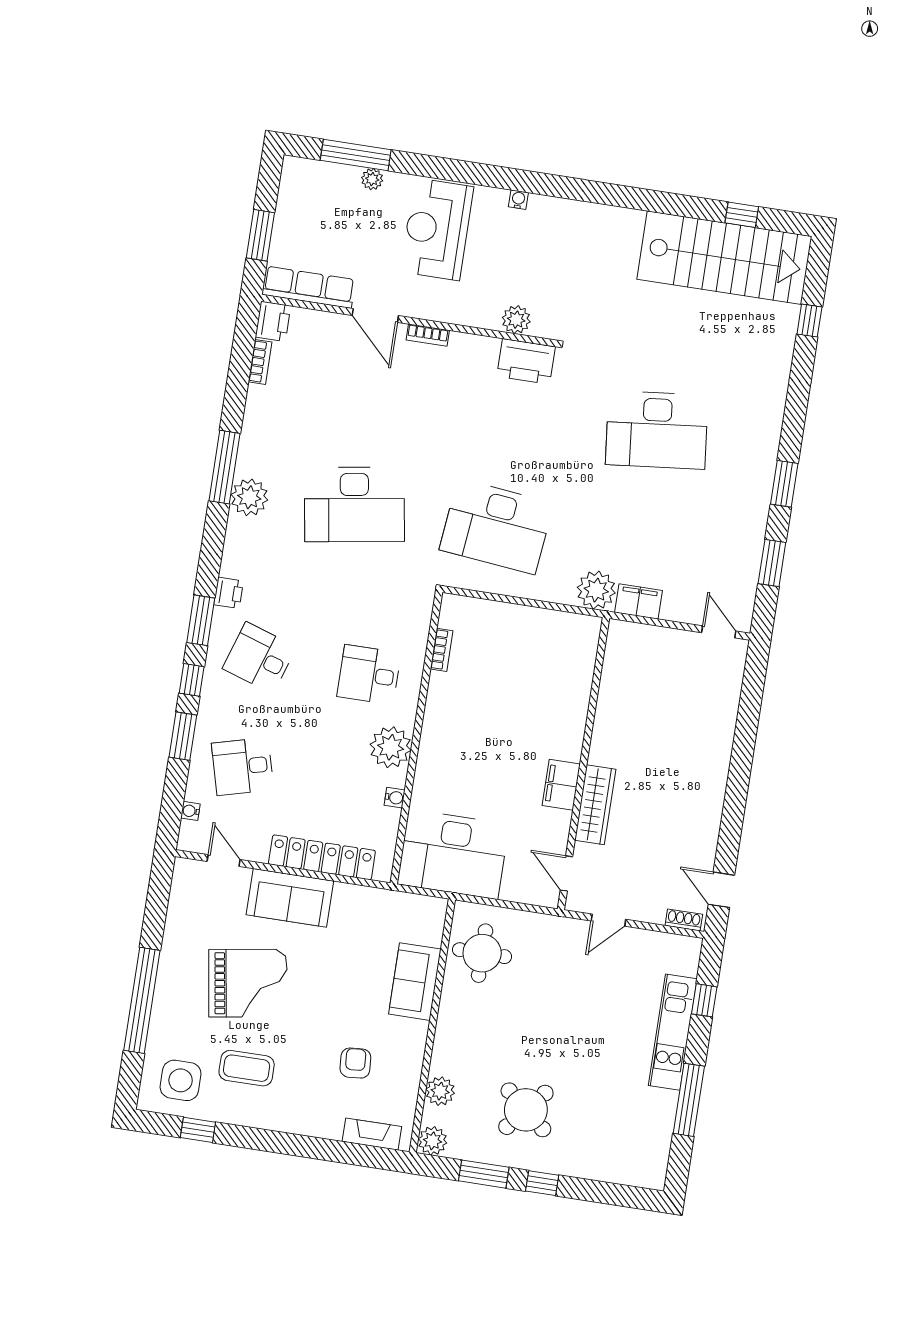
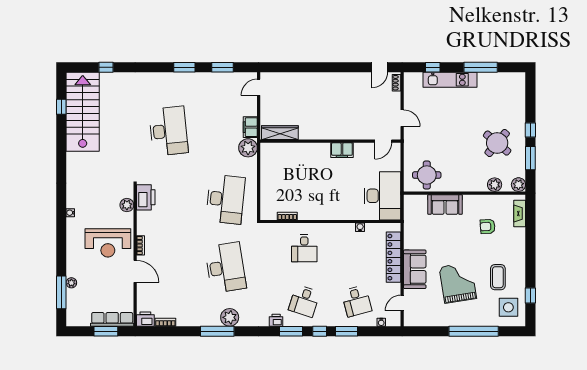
reception desk: (437, 229) -> (108, 243), moved
row of seats: (309, 287) -> (112, 319), moved, turned 90
door: (375, 315) -> (135, 271), hinge flipped
plant: (391, 747) -> (337, 233), removed
wardrobe: (595, 805) -> (280, 133), moved

